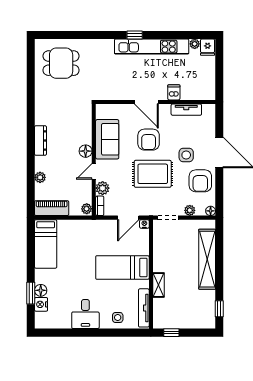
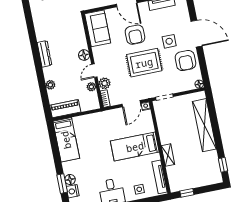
sofa: (107, 139) -> (98, 28), moved
plant: (87, 209) -> (91, 87), moved
plant: (190, 210) -> (182, 87), removed

